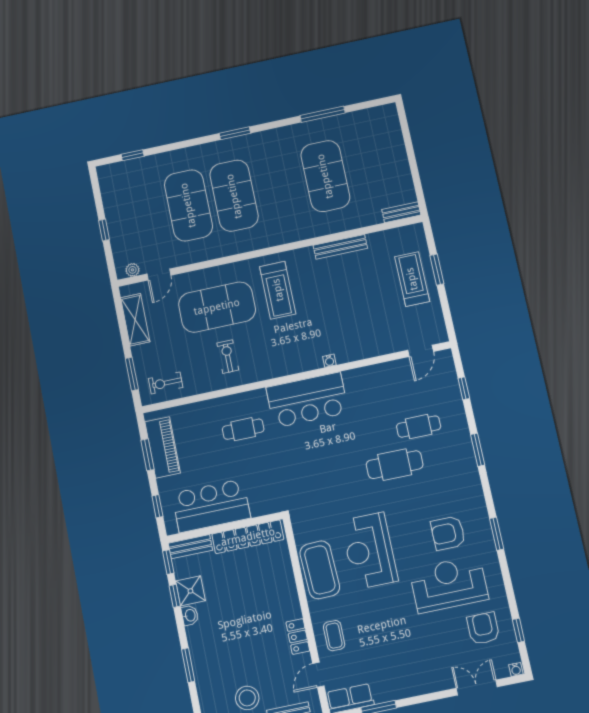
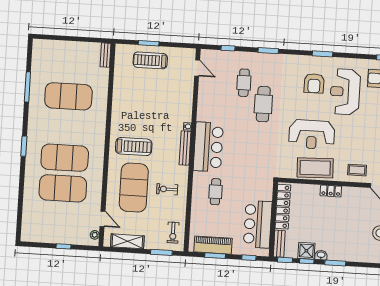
window: (133, 155) -> (20, 216), removed
bench: (340, 247) -> (185, 148), moved
locker: (298, 637) -> (331, 191), moved
window: (188, 665) -> (335, 263), moved

